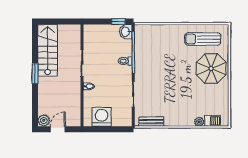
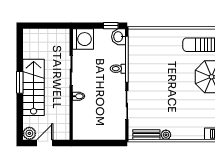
stairs: (48, 50) -> (34, 87), moved
washing machine: (102, 117) -> (83, 39), moved, turned 90
plant: (199, 122) -> (166, 135), moved

